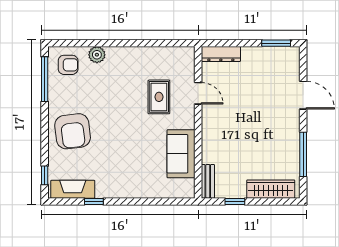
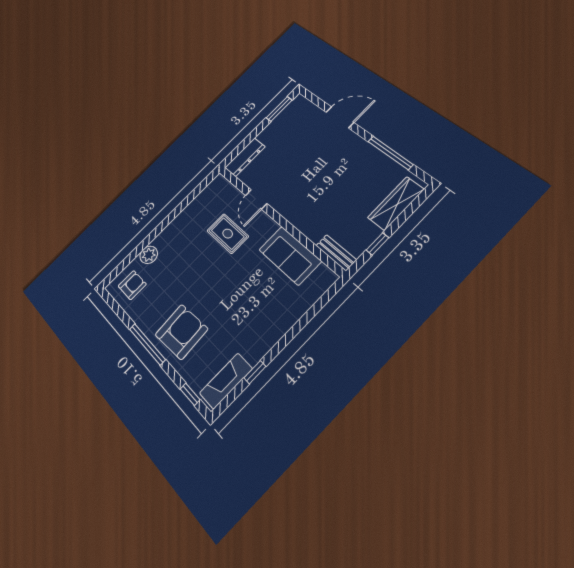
window: (45, 79) -> (147, 344), moved
door: (198, 93) -> (256, 199), swing flipped
armchair: (73, 131) -> (181, 332), turned -87

